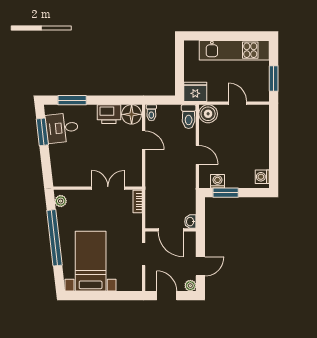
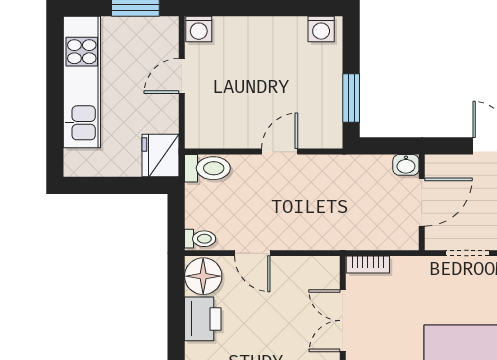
boiler: (208, 114) -> (202, 131), removed
door: (144, 140) -> (252, 253), swing flipped
washing machine: (218, 181) -> (199, 29), moved, turned -90

